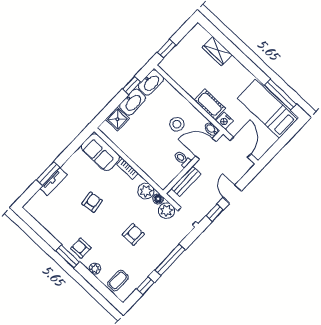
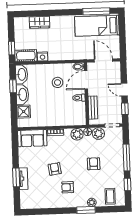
cot: (210, 104) -> (26, 56), moved
nightstand: (225, 121) -> (43, 56), moved
armchair: (81, 248) -> (68, 187), moved
window: (68, 256) -> (86, 210), moved

